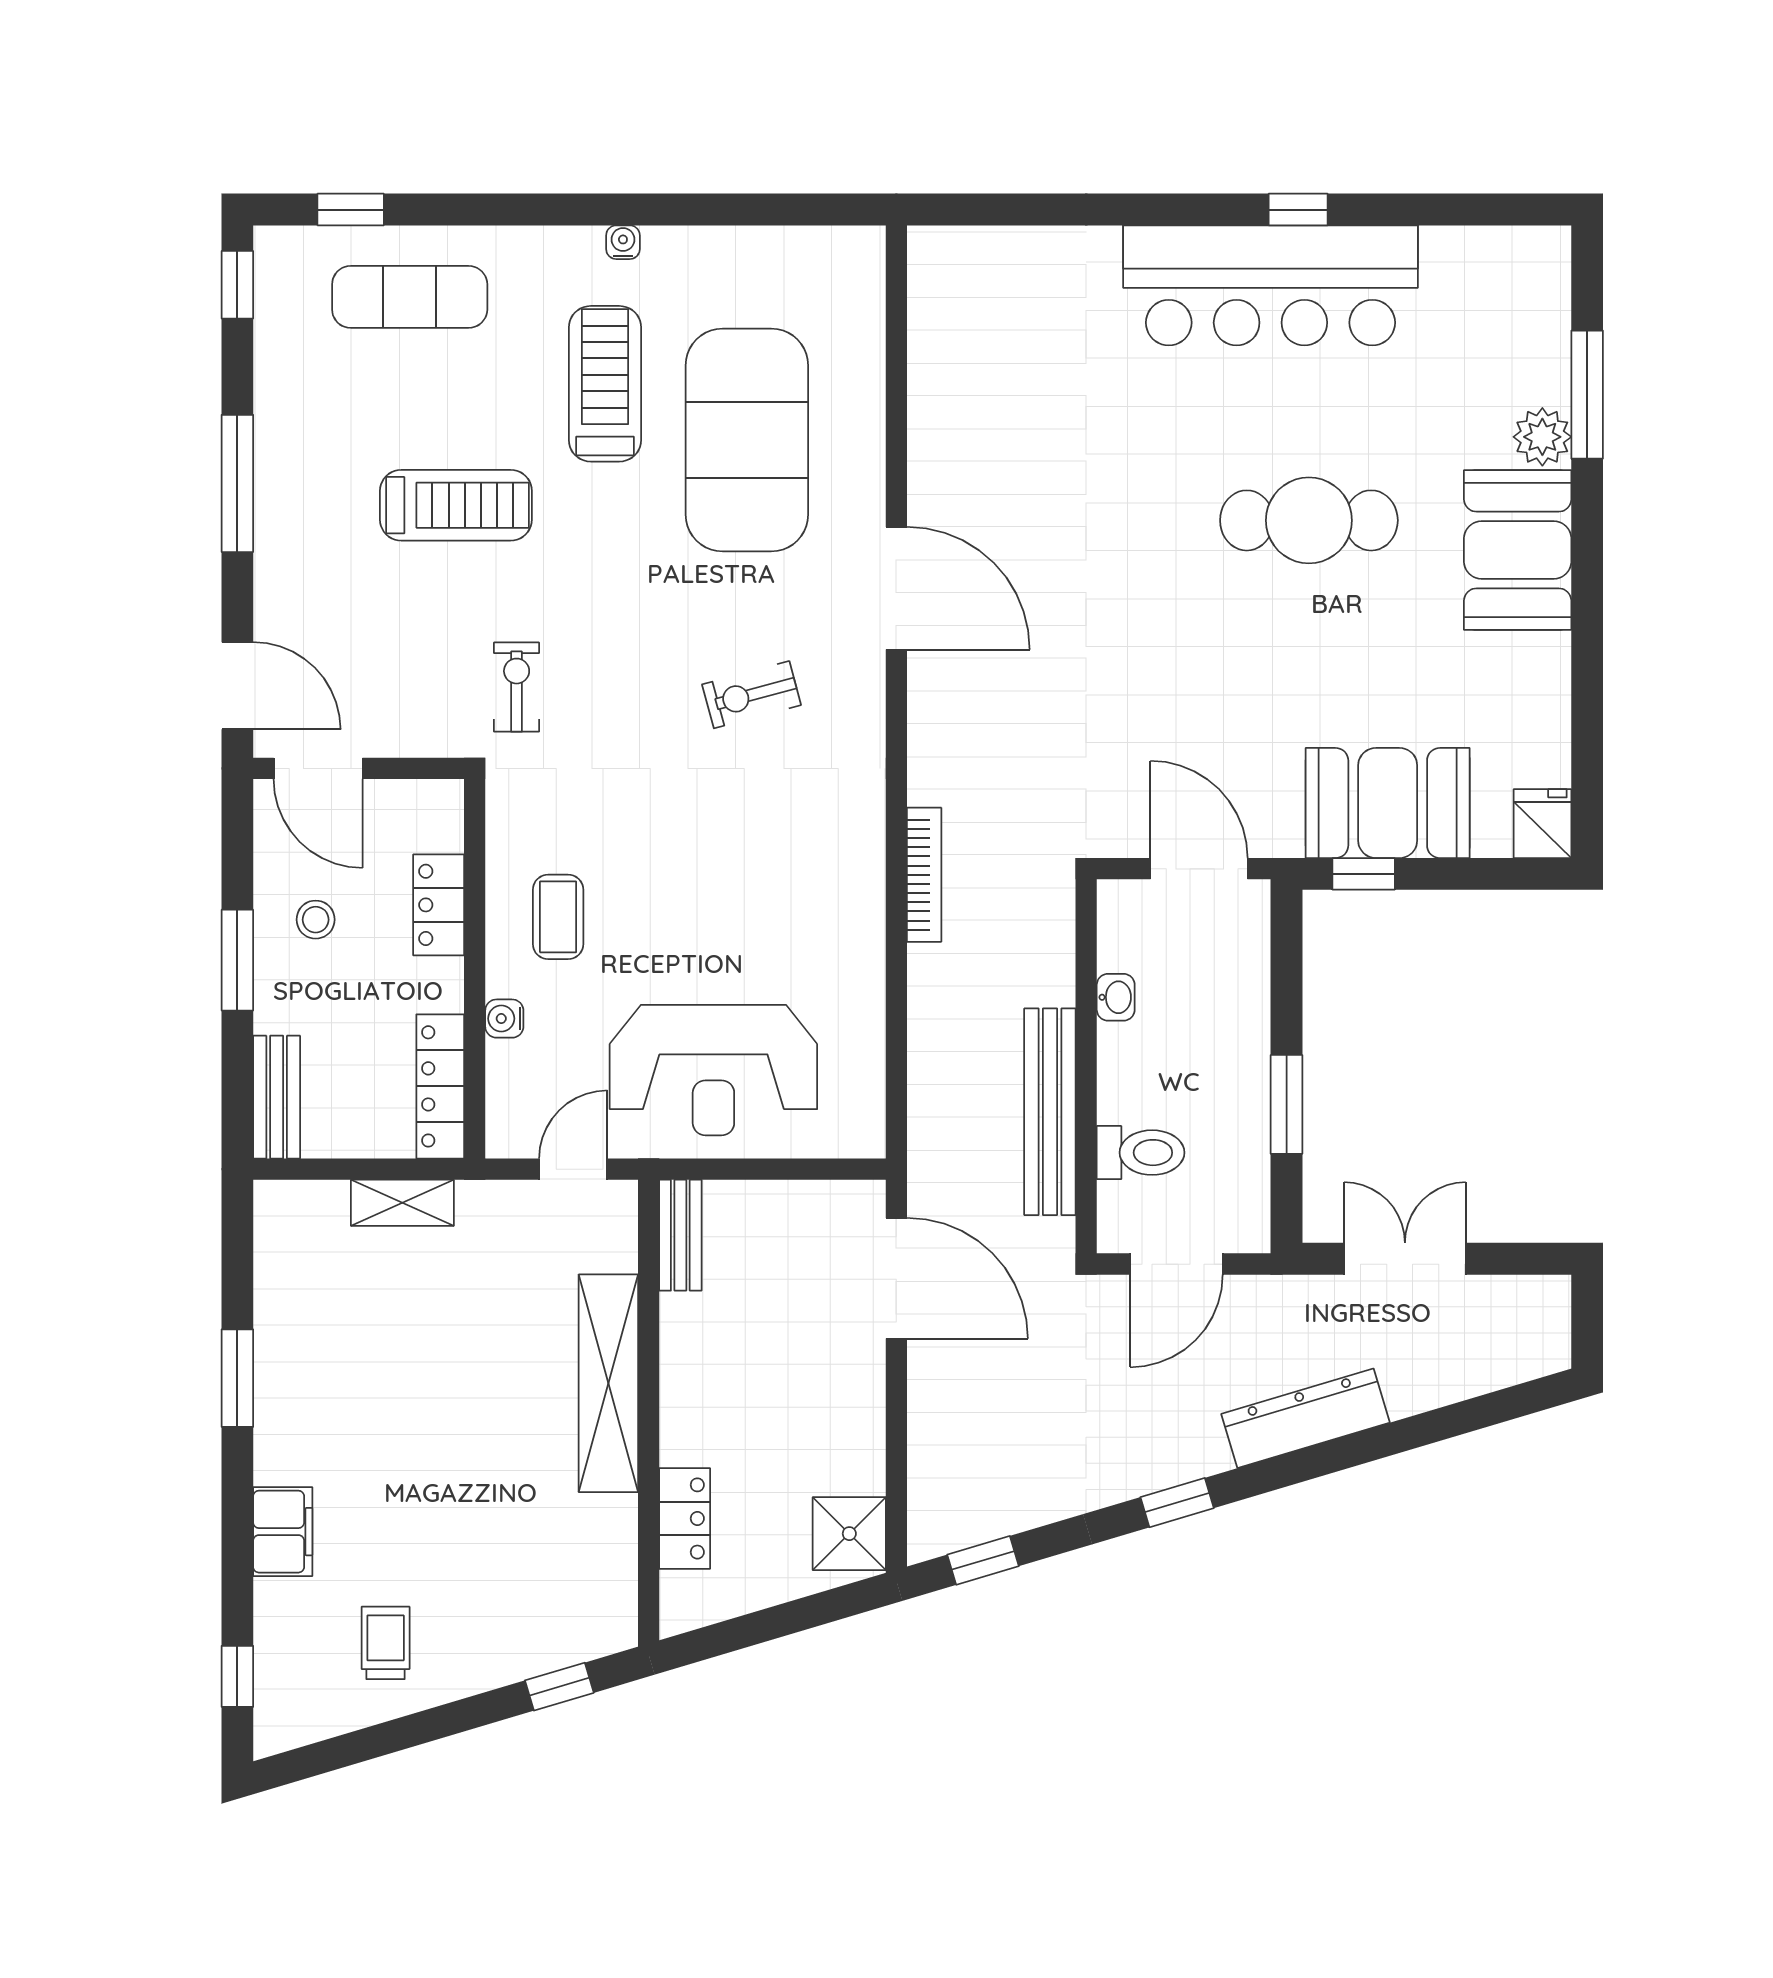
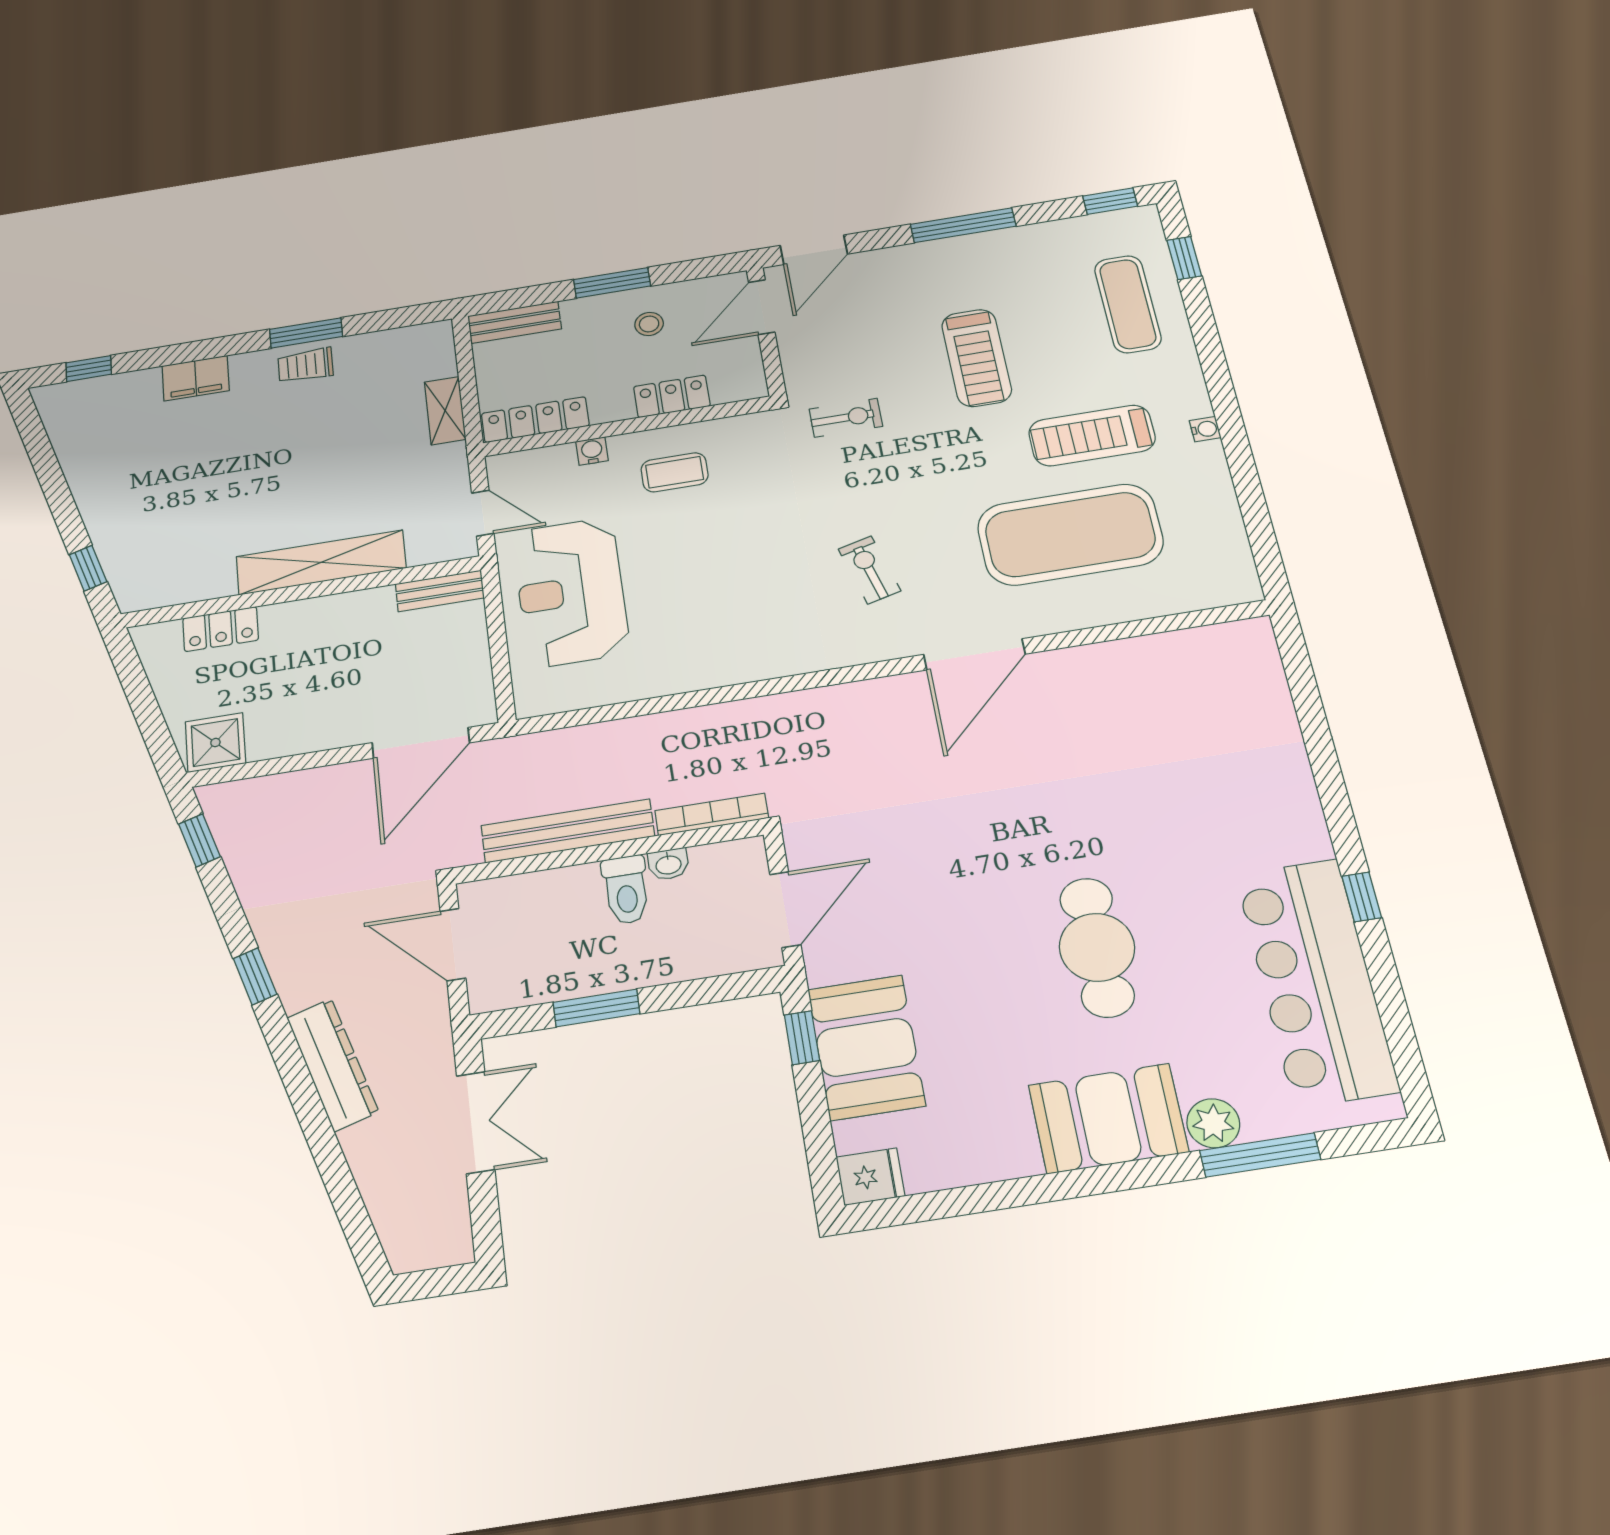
bar counter: (1270, 285) -> (1316, 981), moved
treadmill: (605, 384) -> (1092, 436), turned 180
bookcase: (924, 875) -> (712, 814), moved, turned 180
toilet: (1141, 1153) -> (626, 890), moved
trolley: (386, 1643) -> (305, 365), moved, turned 180

